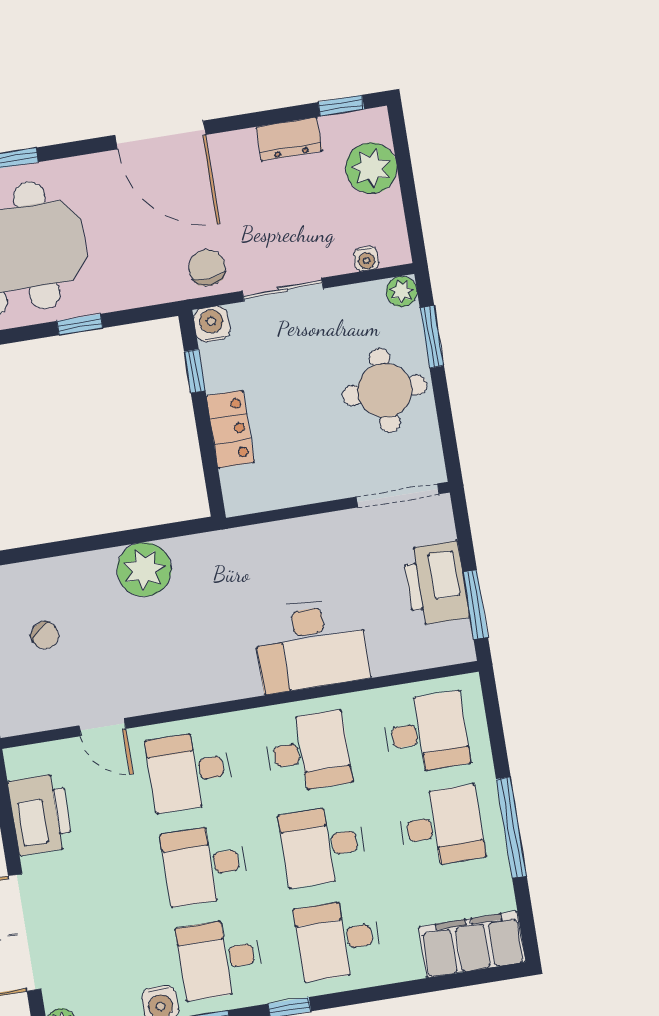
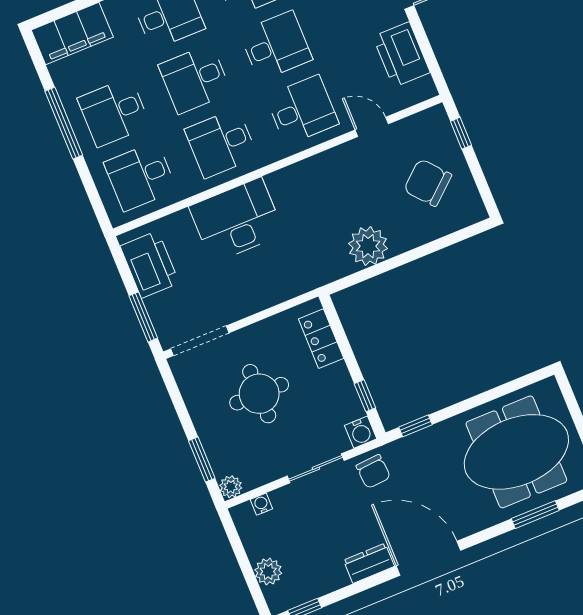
dresser: (289, 139) -> (369, 563), moved
plant: (371, 168) -> (268, 572), width x0.73, depth x0.73
window: (80, 324) -> (416, 426), moved
round table: (385, 390) -> (259, 394), moved
locker: (230, 429) -> (321, 339), moved
printer: (436, 583) -> (150, 264), moved
window: (475, 605) -> (143, 317), moved
chair: (45, 636) -> (428, 183), width x1.87, depth x1.87
desk: (323, 846) -> (195, 79), turned 180

